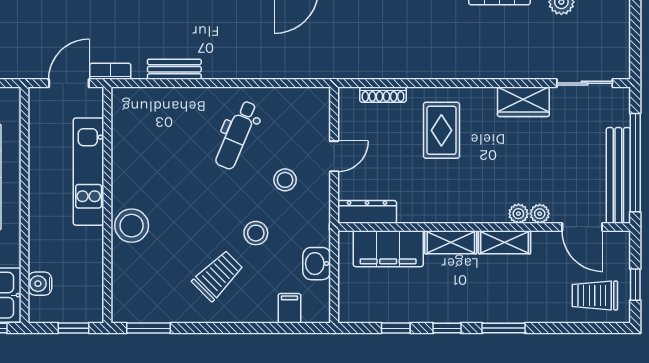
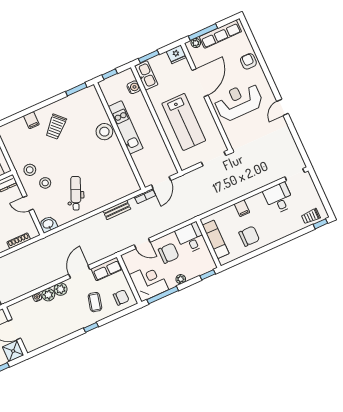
door: (334, 156) -> (28, 203), hinge flipped
kitchen unit: (89, 172) -> (126, 127), moved
stool: (256, 233) -> (30, 170), moved
washbasin: (317, 264) -> (48, 224), moved, turned -90
filing cabinet: (289, 308) -> (31, 120), moved

